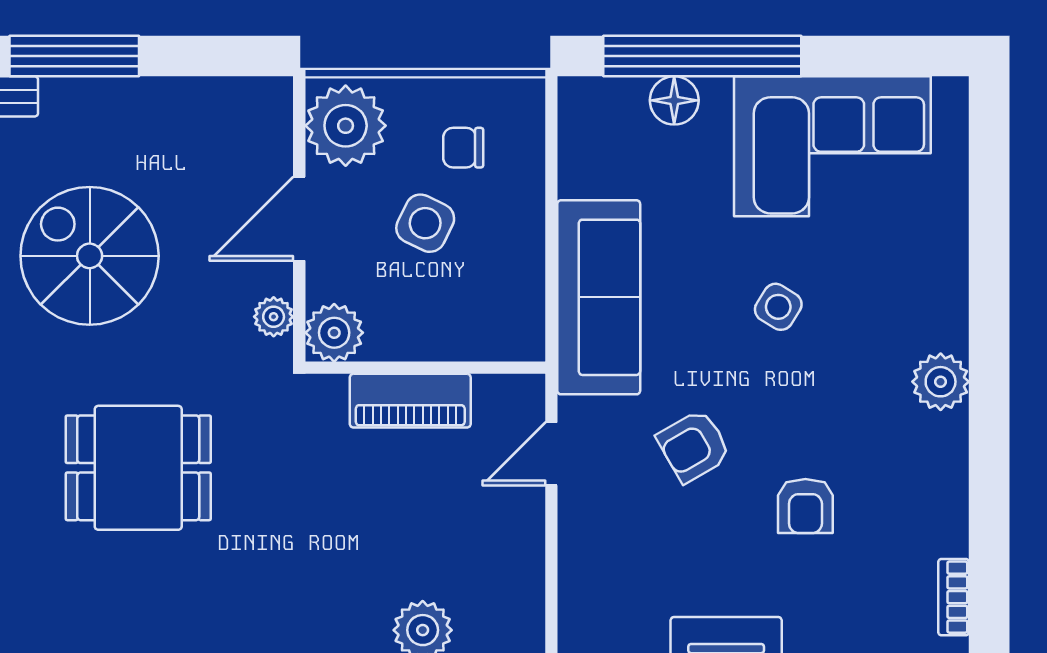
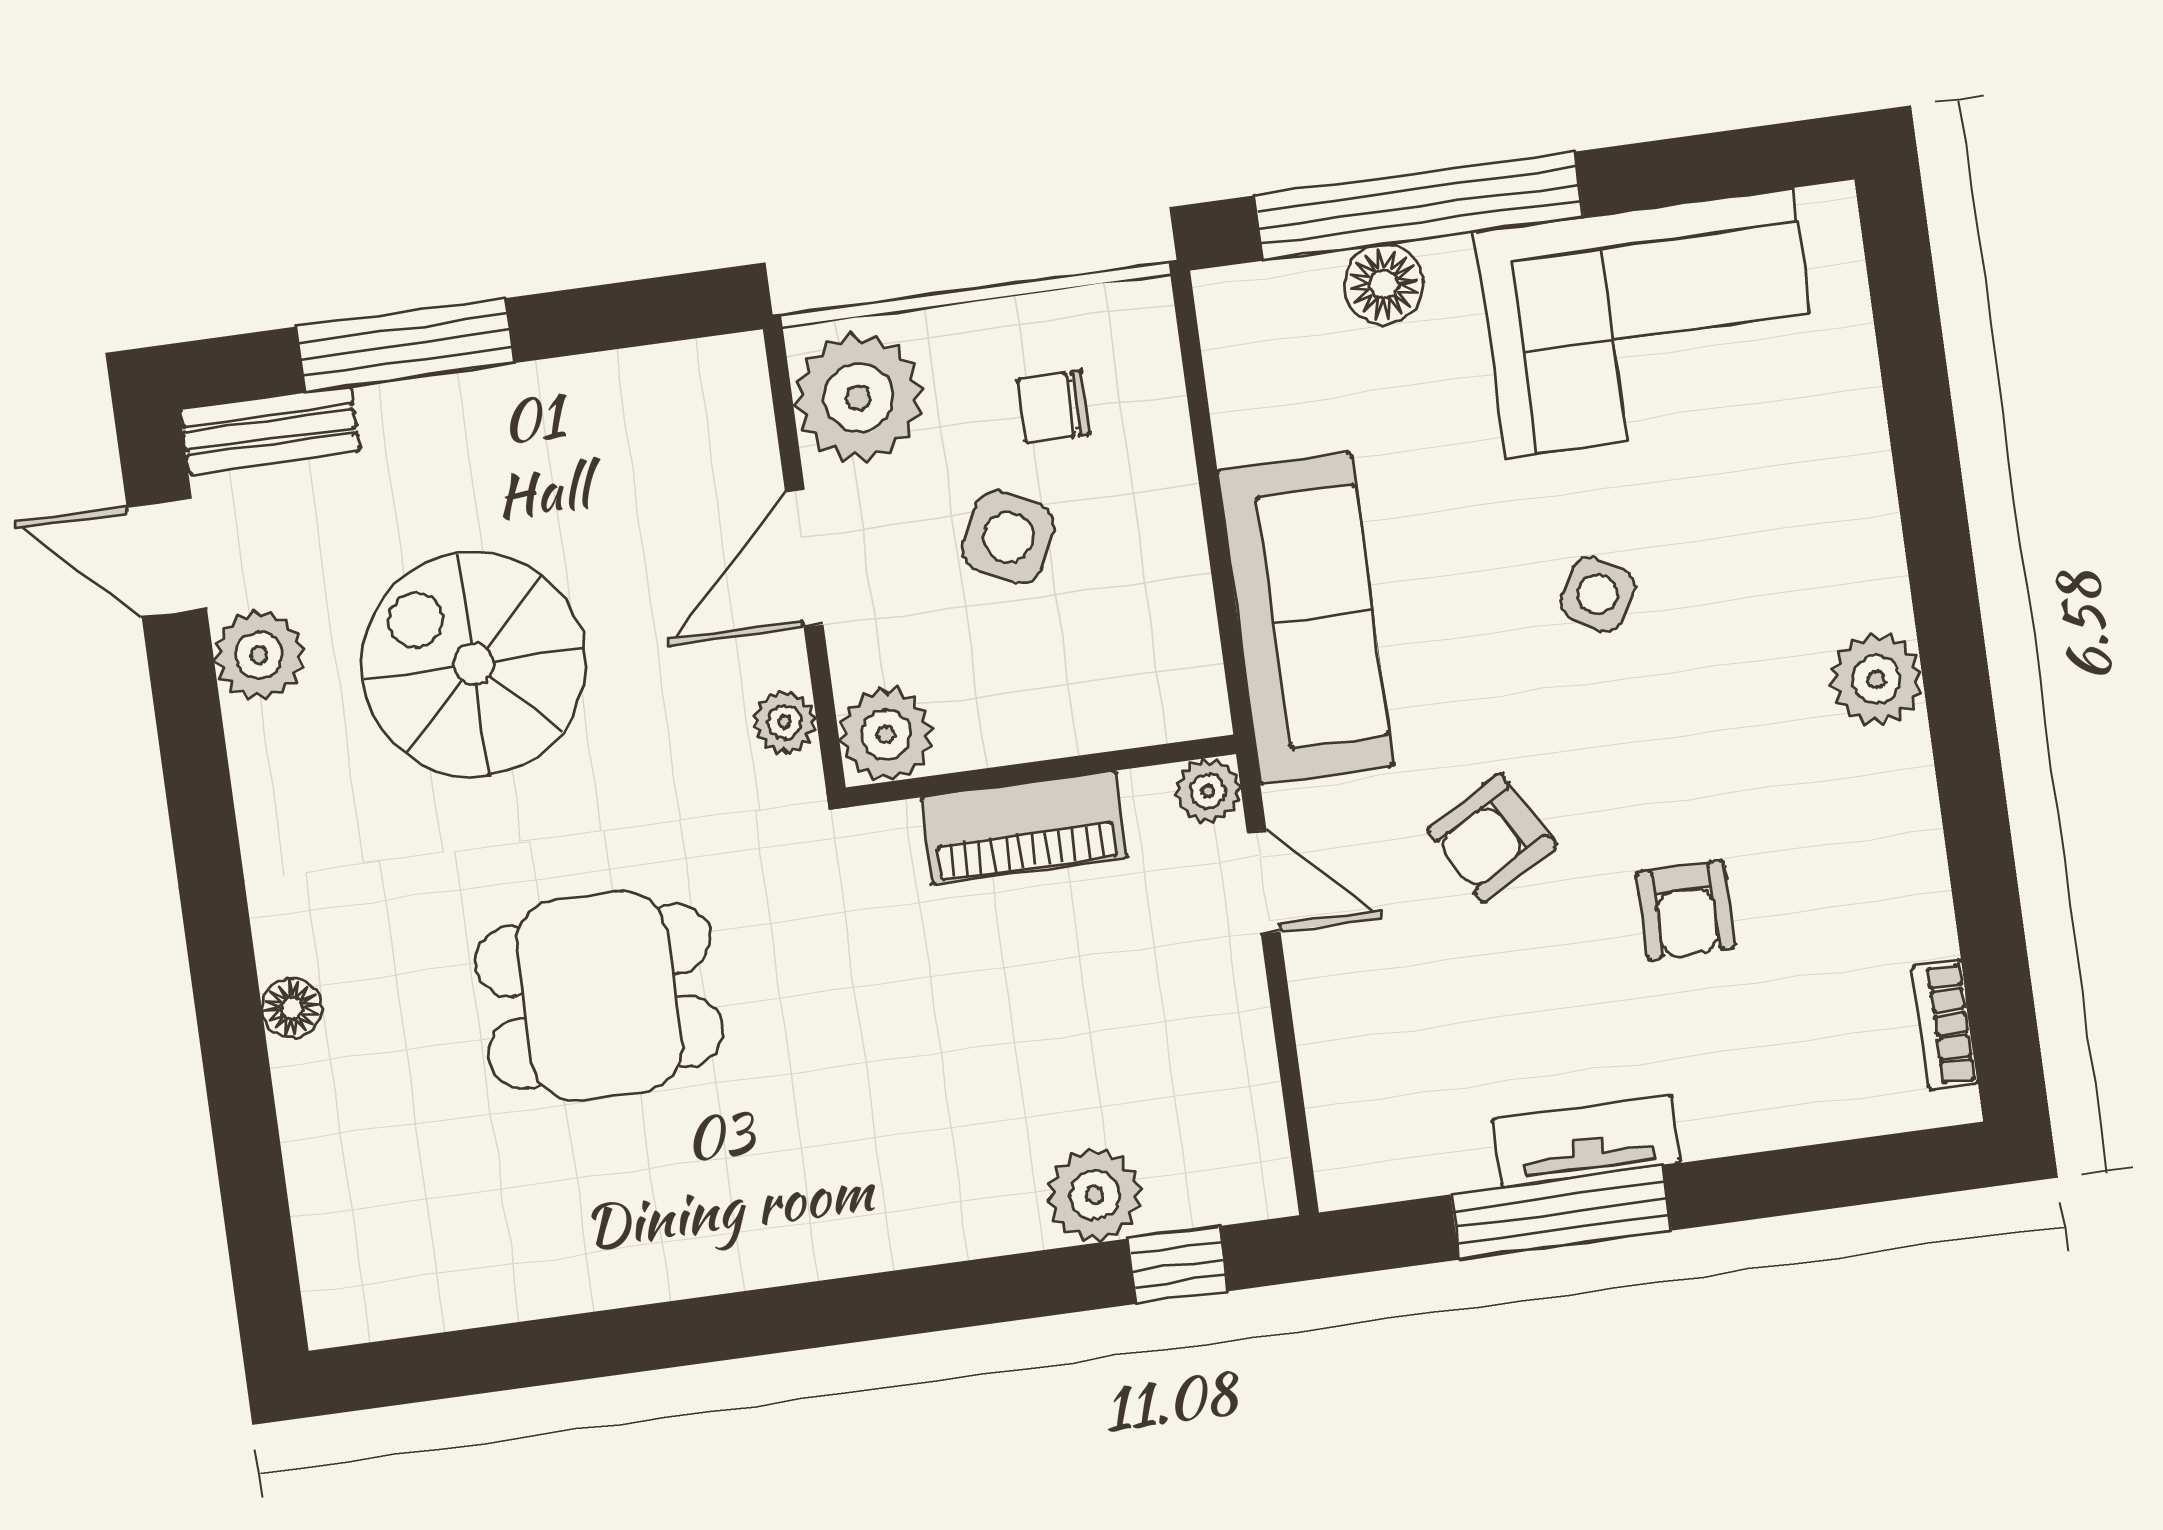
plant: (525, 394) -> (1208, 791), added
door: (551, 454) -> (1264, 882), swing flipped

